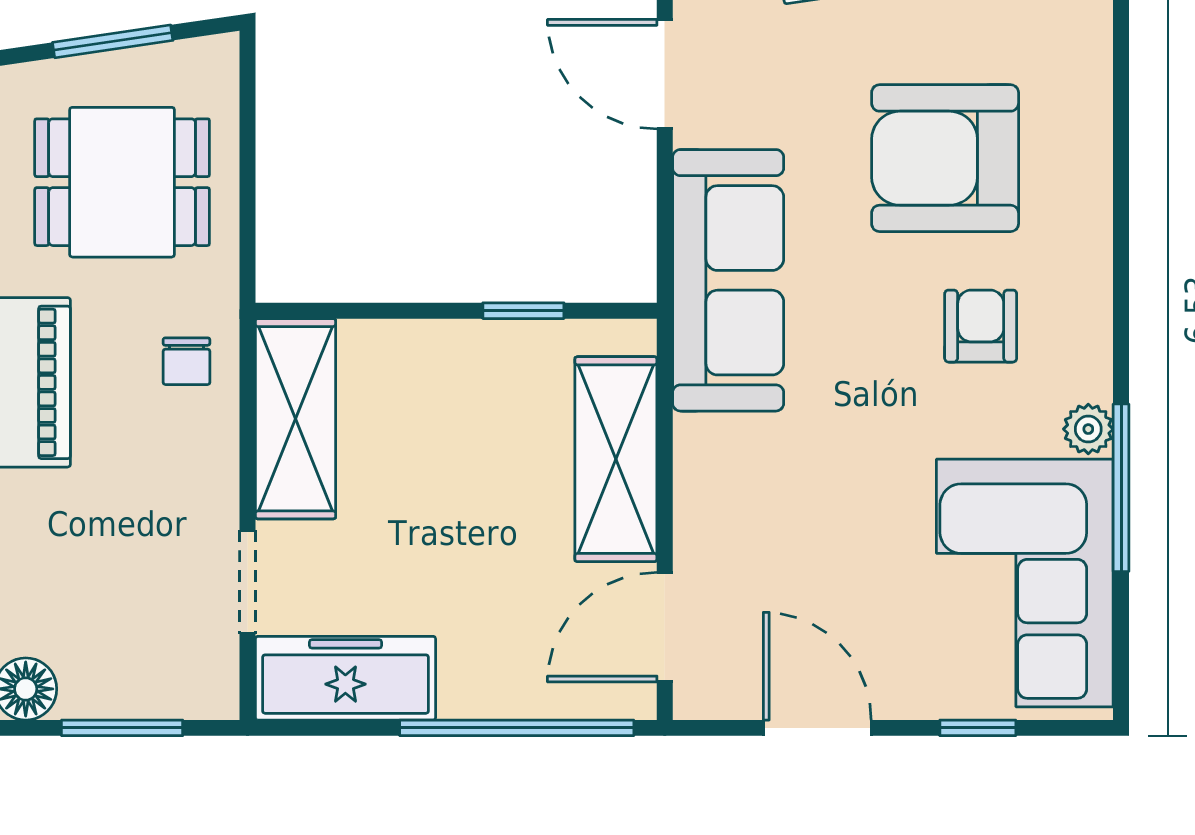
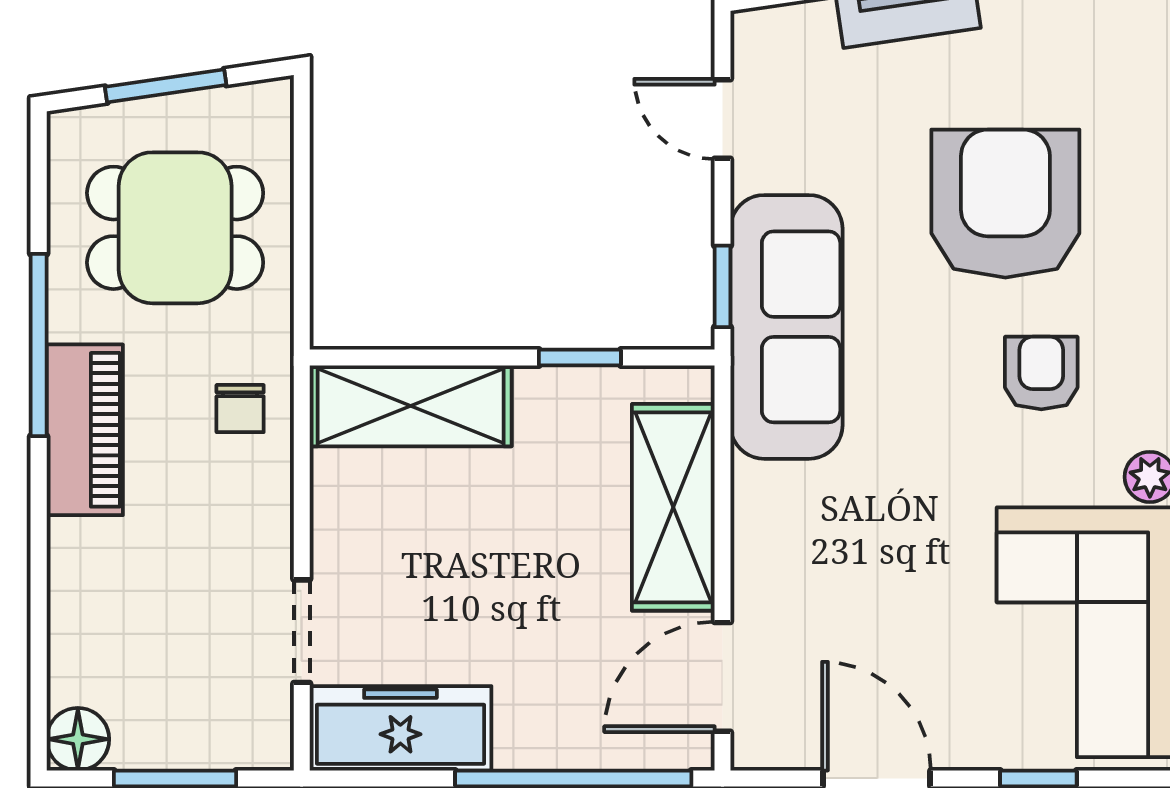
door: (665, 74) -> (723, 119), width x0.73
armchair: (945, 158) -> (1005, 204), turned 90
window: (665, 240) -> (723, 286), added
shelving: (295, 419) -> (411, 406), moved, turned 90

